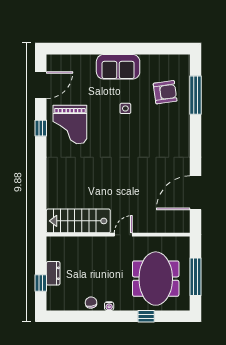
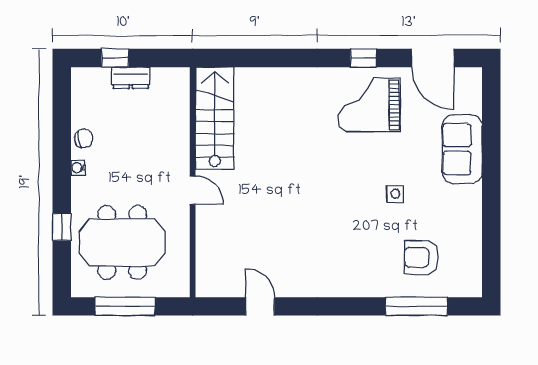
sofa: (118, 67) -> (462, 149), moved
armchair: (165, 92) -> (421, 257), turned 98
door: (196, 193) -> (260, 306), width x0.53

